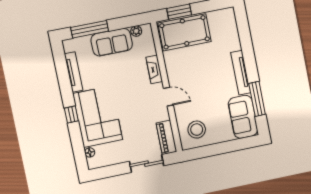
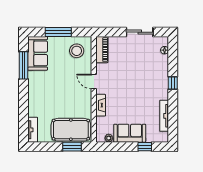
window: (90, 29) -> (145, 147), width x0.46
tv unit: (241, 73) -> (33, 130), moved, width x0.71
corner sofa: (98, 117) -> (153, 77), removed
window: (223, 148) -> (58, 32), added
sliding door: (146, 164) -> (140, 32), moved

